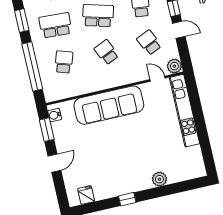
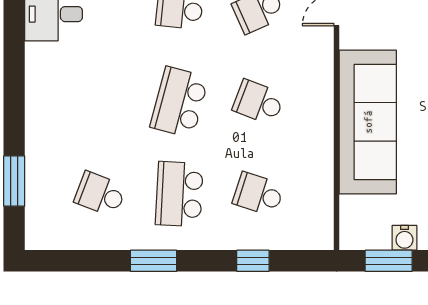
school desk: (106, 52) -> (258, 102), turned 45
window: (32, 67) -> (253, 261), width x0.32
water cooler: (55, 115) -> (404, 238), moved

